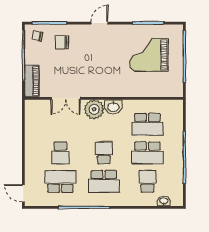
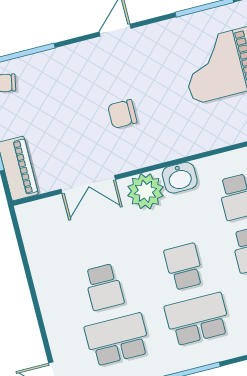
chair: (62, 42) -> (122, 114), moved
school desk: (104, 181) -> (197, 319), turned 180

